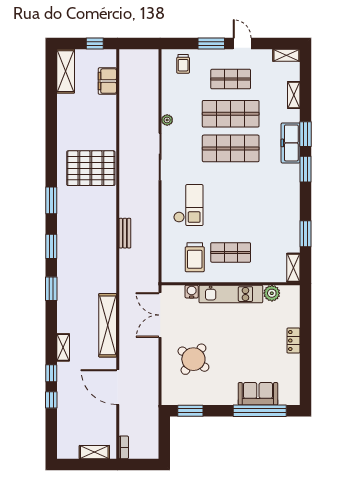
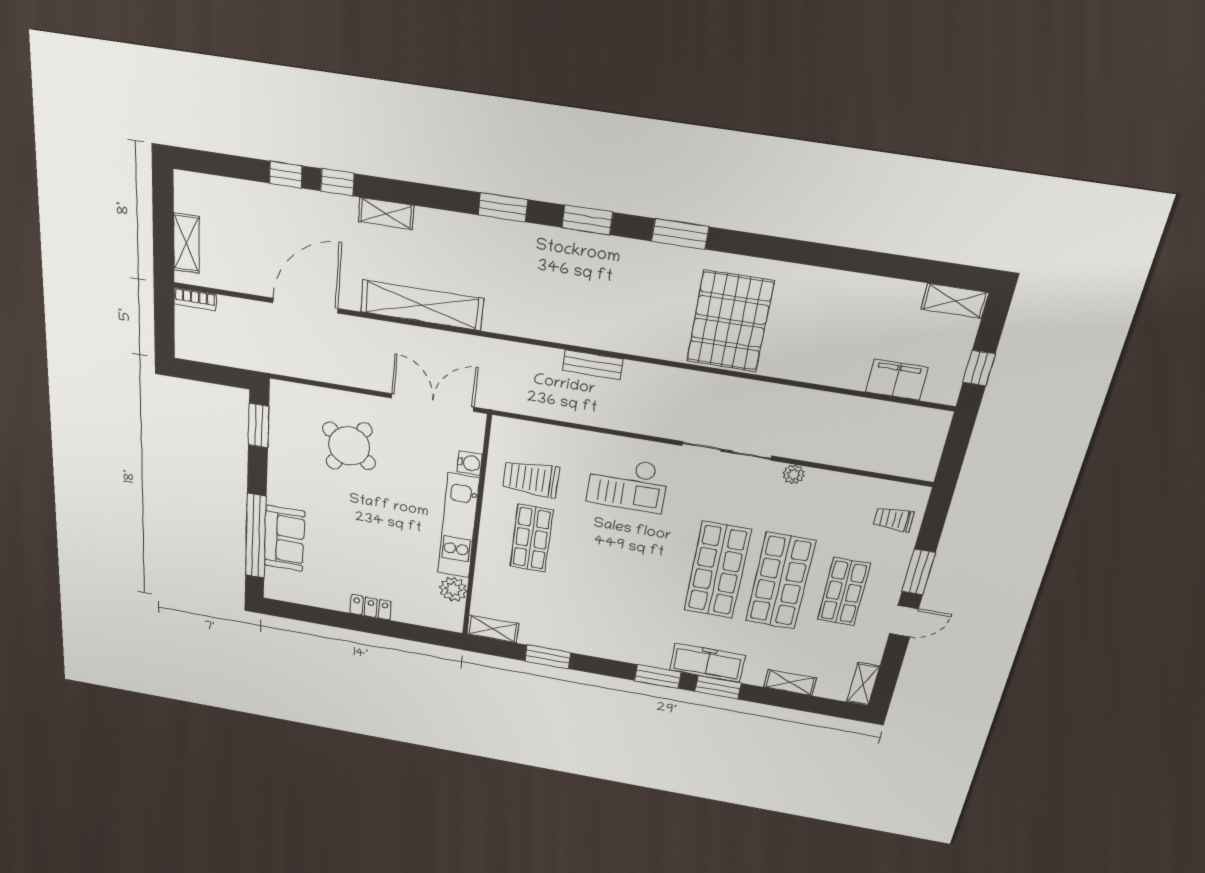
shelving: (66, 71) -> (955, 301), width x0.67, depth x0.75

